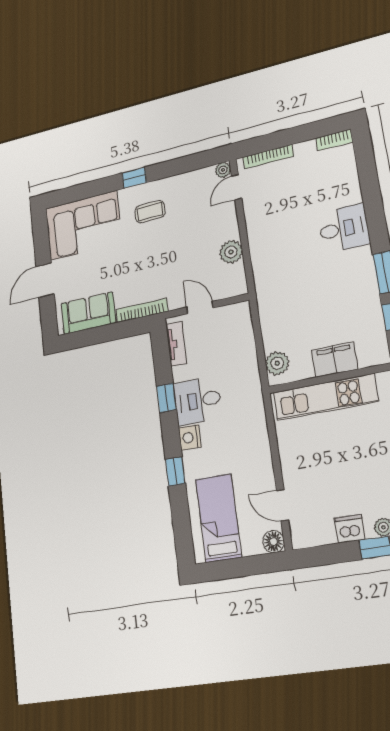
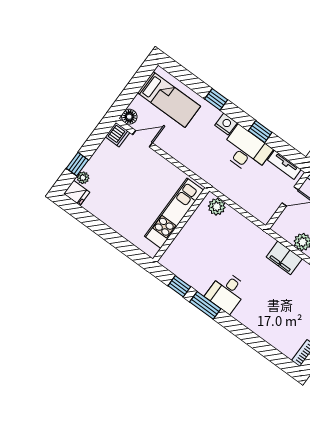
desk: (344, 228) -> (227, 292), moved
filing cabinet: (335, 360) -> (284, 258), moved, turned 90
desk: (198, 401) -> (246, 150), width x1.37
dishwasher: (350, 529) -> (117, 135), moved

